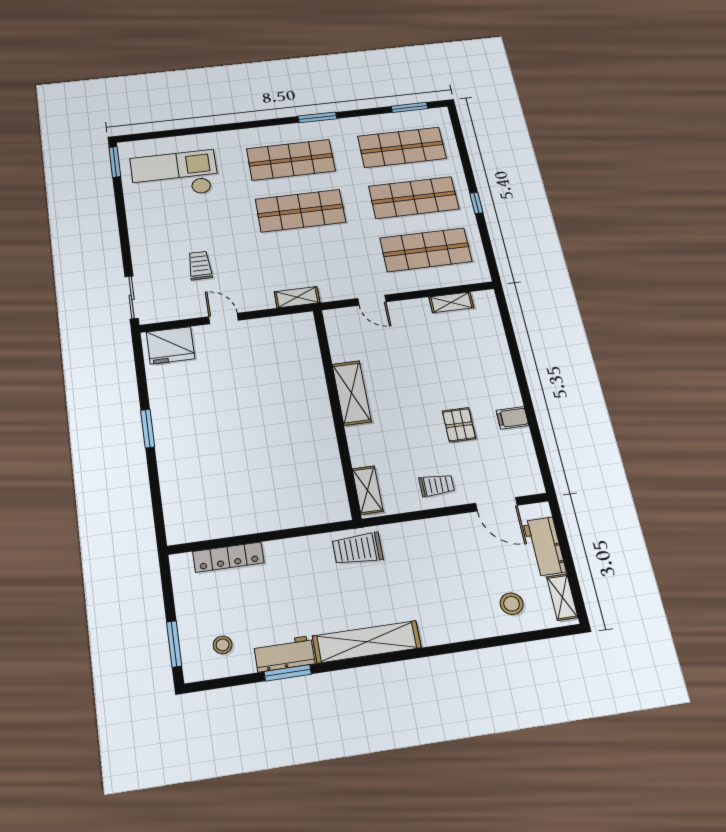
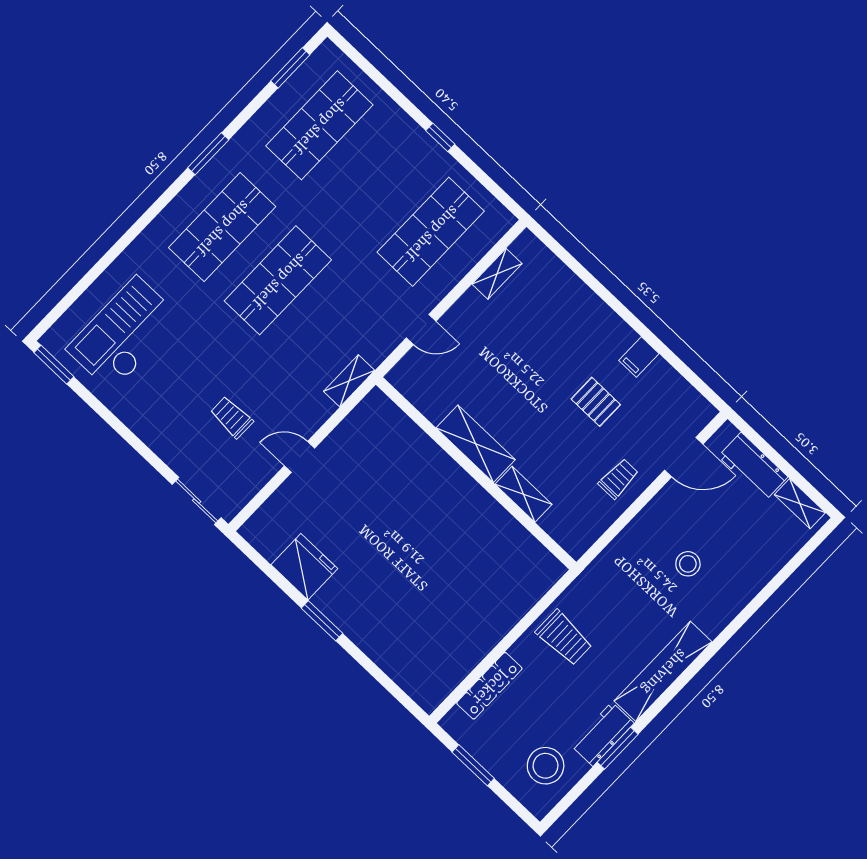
shop shelf: (414, 198) -> (375, 179), removed
fridge: (171, 345) -> (304, 567), moved, turned -90
shelving: (368, 490) -> (524, 494), moved
trolley: (358, 549) -> (564, 638), moved, turned -90
stool: (512, 604) -> (688, 564), moved
window: (174, 644) -> (473, 765), moved
stool: (223, 645) -> (546, 766), width x1.89, depth x1.89

